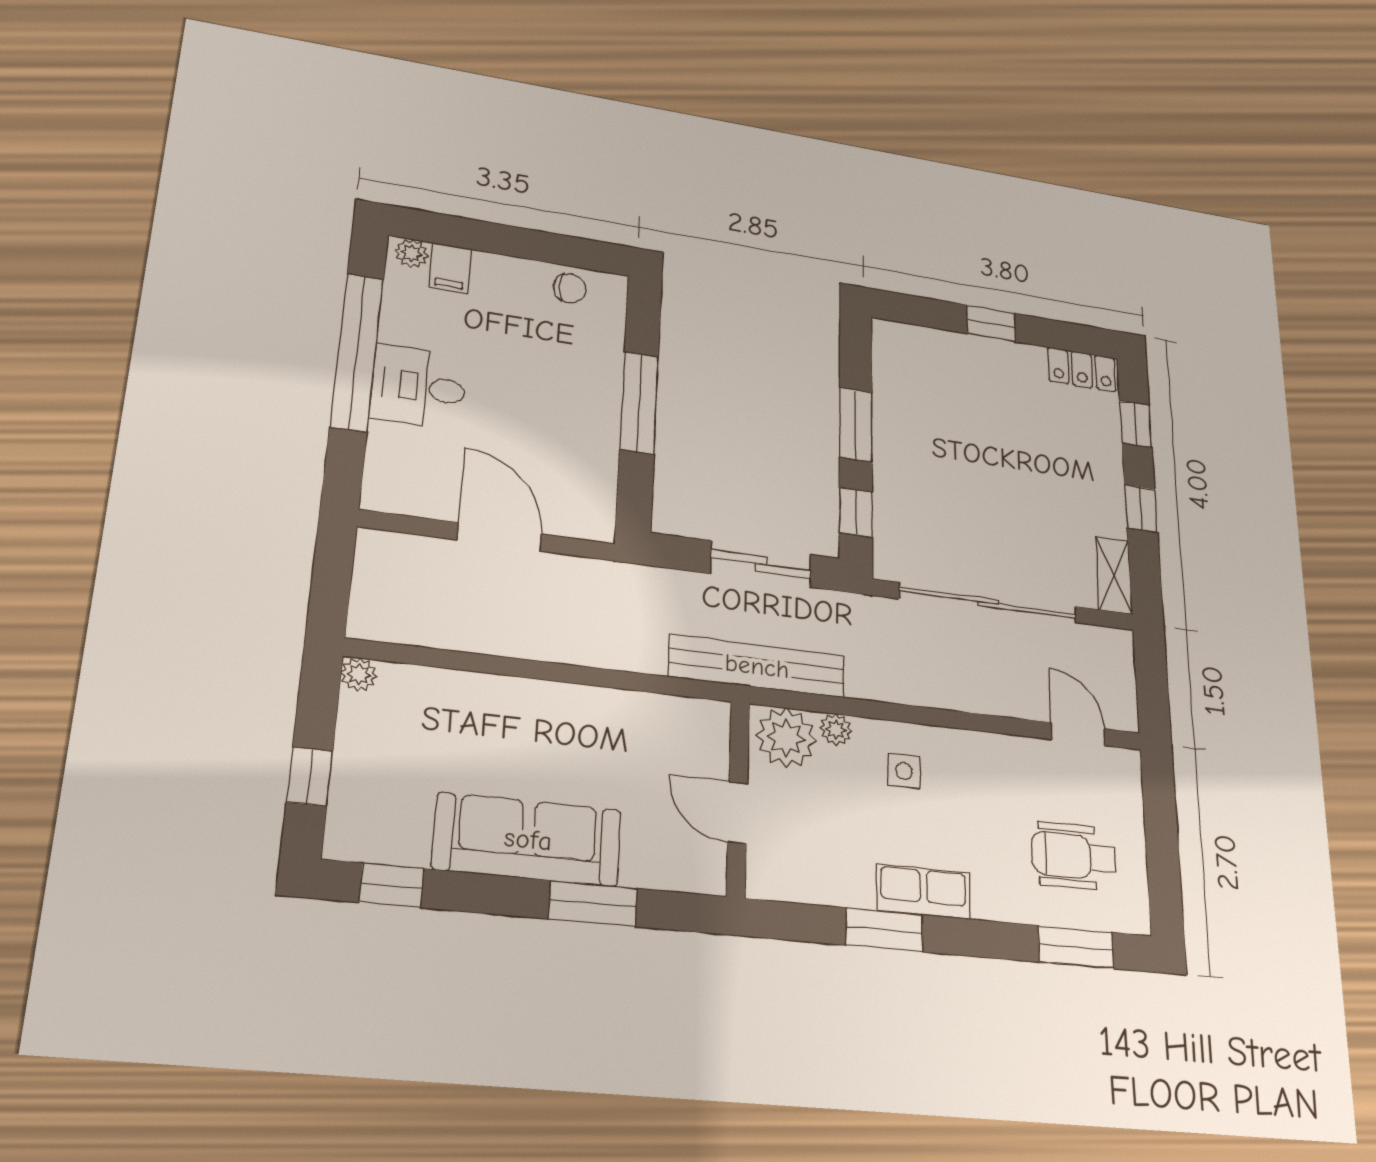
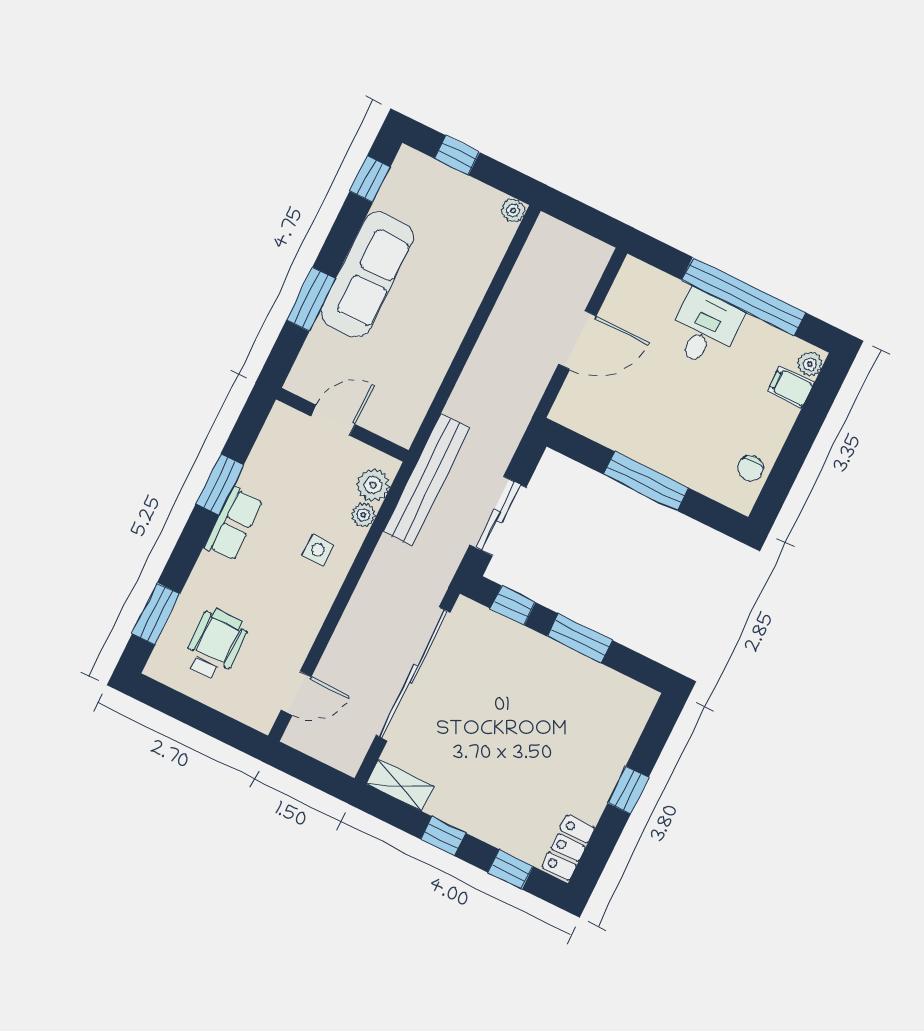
plant: (786, 738) -> (373, 485), width x0.73, depth x0.73

